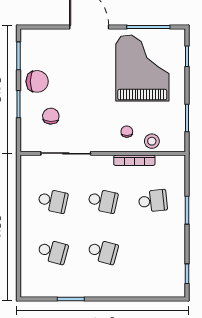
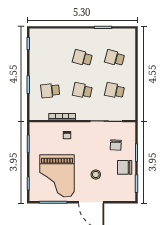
stool: (152, 141) -> (96, 174), moved

